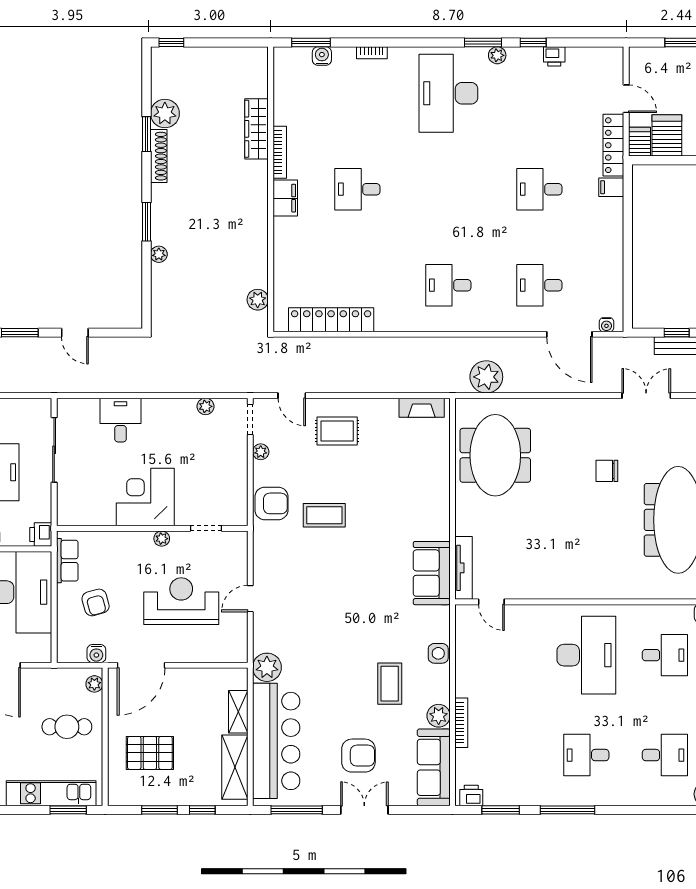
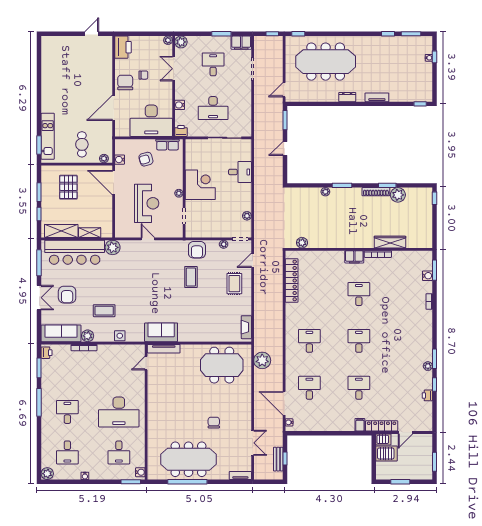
desk: (448, 93) -> (359, 341), moved, width x0.53, depth x0.77
door: (569, 334) -> (284, 403), hinge flipped

